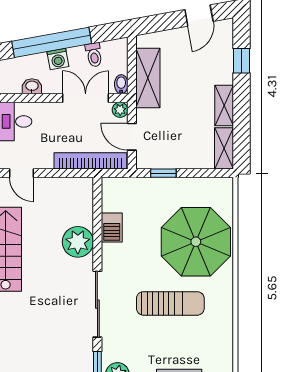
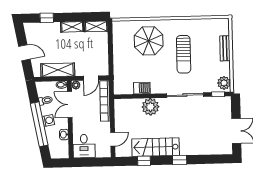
door: (199, 16) -> (24, 53), moved
window: (163, 173) -> (111, 60), removed
parasol: (196, 242) -> (149, 41), width x0.73, depth x0.73
sun lounger: (170, 303) -> (184, 54), turned 180

